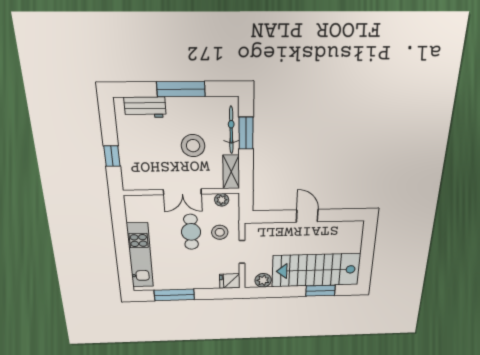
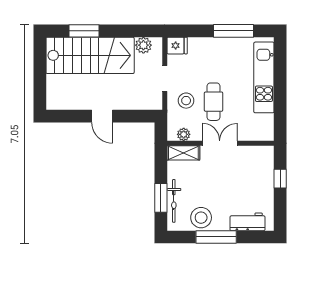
stool: (193, 146) -> (201, 218), moved
shelving: (231, 172) -> (183, 153), moved, turned 90

